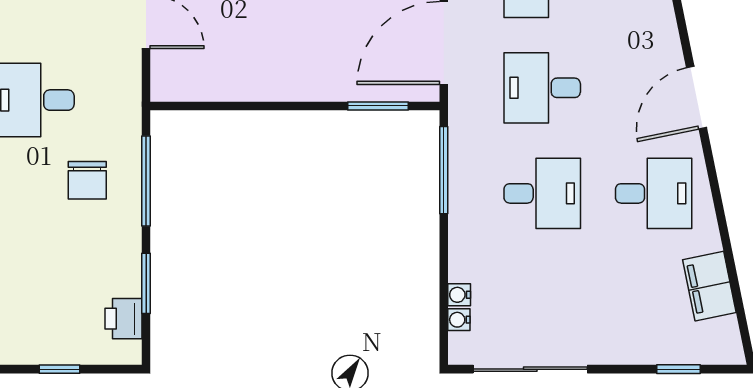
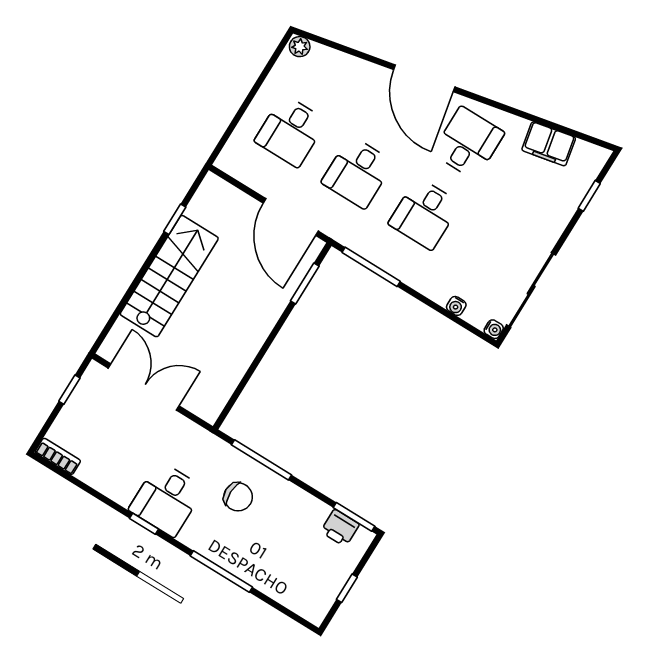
door: (697, 98) -> (424, 78), width x1.36
desk: (542, 193) -> (424, 214), turned 180
window: (146, 283) -> (354, 517), moved
water cooler: (459, 320) -> (494, 329), moved, turned -90

